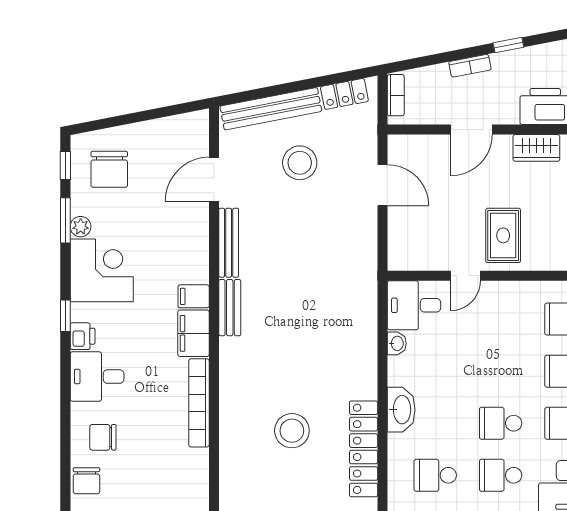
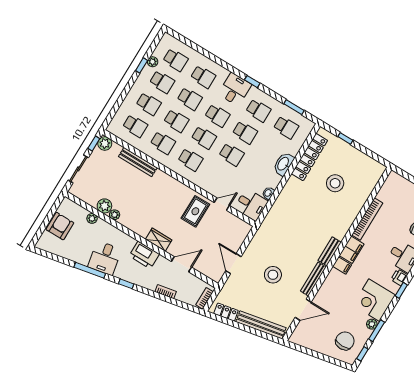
window: (508, 45) -> (126, 284), moved
stool: (300, 163) -> (273, 275), moved
school desk: (501, 371) -> (231, 155), added

